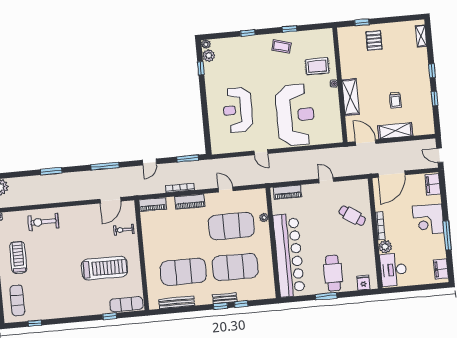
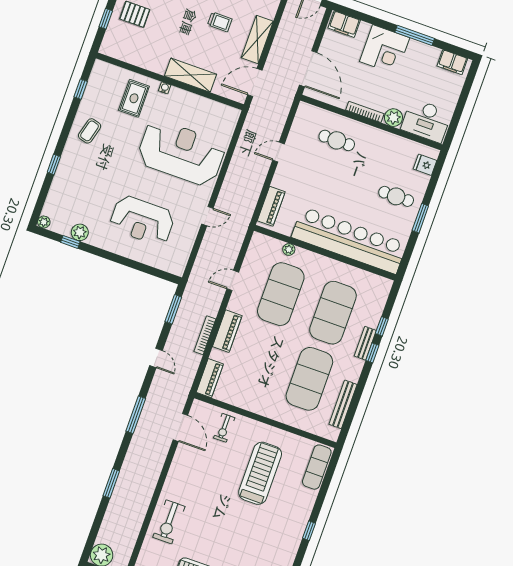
window: (289, 29) -> (81, 89), moved
plant: (209, 56) -> (80, 232), moved
cafe table: (352, 216) -> (337, 140), turned 55
cafe table: (333, 273) -> (396, 196), width x0.73, depth x0.74
window: (110, 316) -> (309, 531), moved

